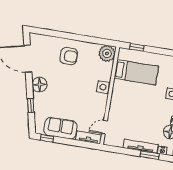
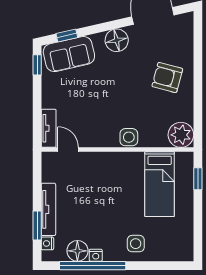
armchair: (69, 56) -> (167, 78), turned 105
window: (31, 105) -> (67, 36), moved
sofa: (60, 128) -> (69, 54), moved, turned 77

